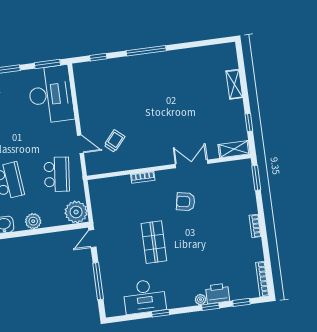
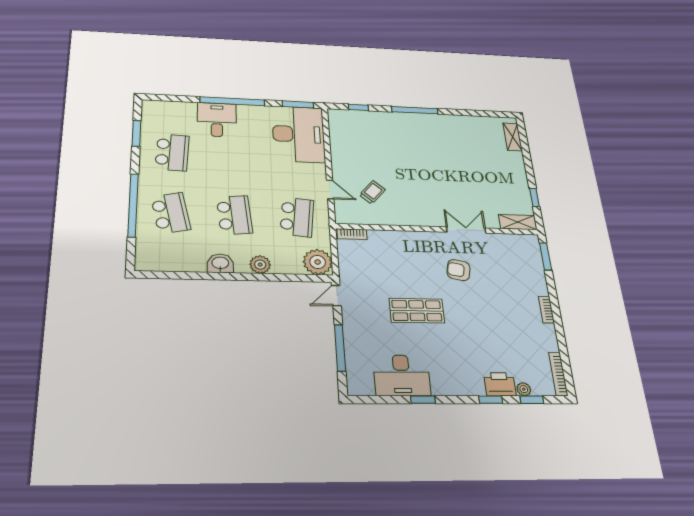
shelving: (234, 84) -> (513, 137), moved
bookcase: (143, 177) -> (352, 234), moved
shop shelf: (154, 242) -> (417, 311), turned 90
plant: (200, 300) -> (524, 389), moved

